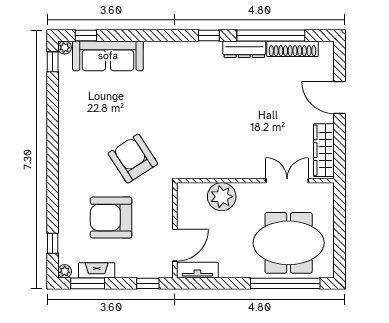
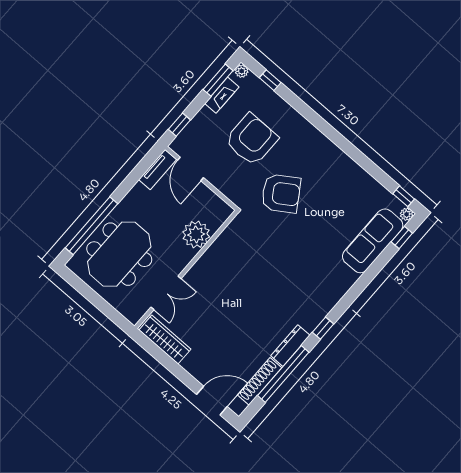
door: (339, 98) -> (212, 401), moved

